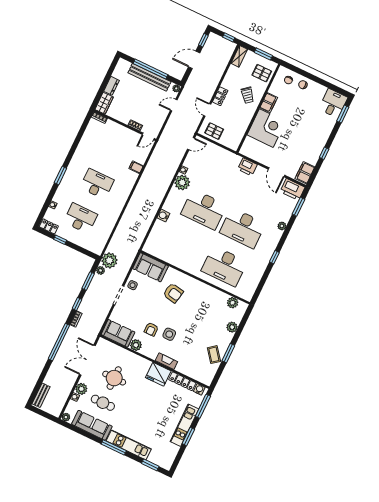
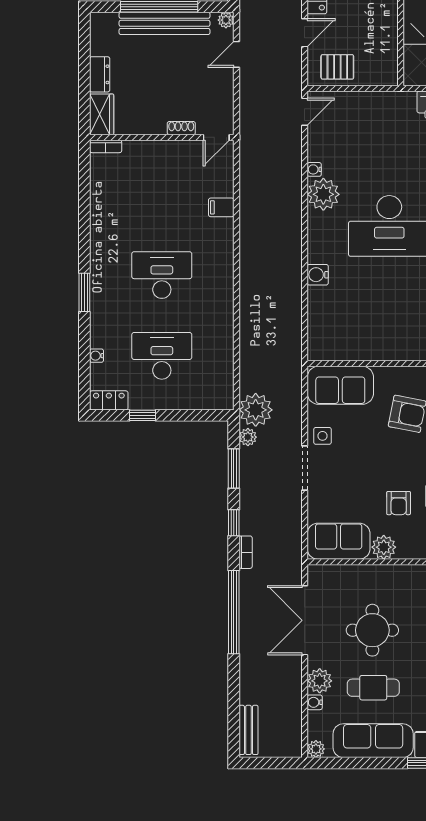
door: (207, 110) -> (305, 33), swing flipped

